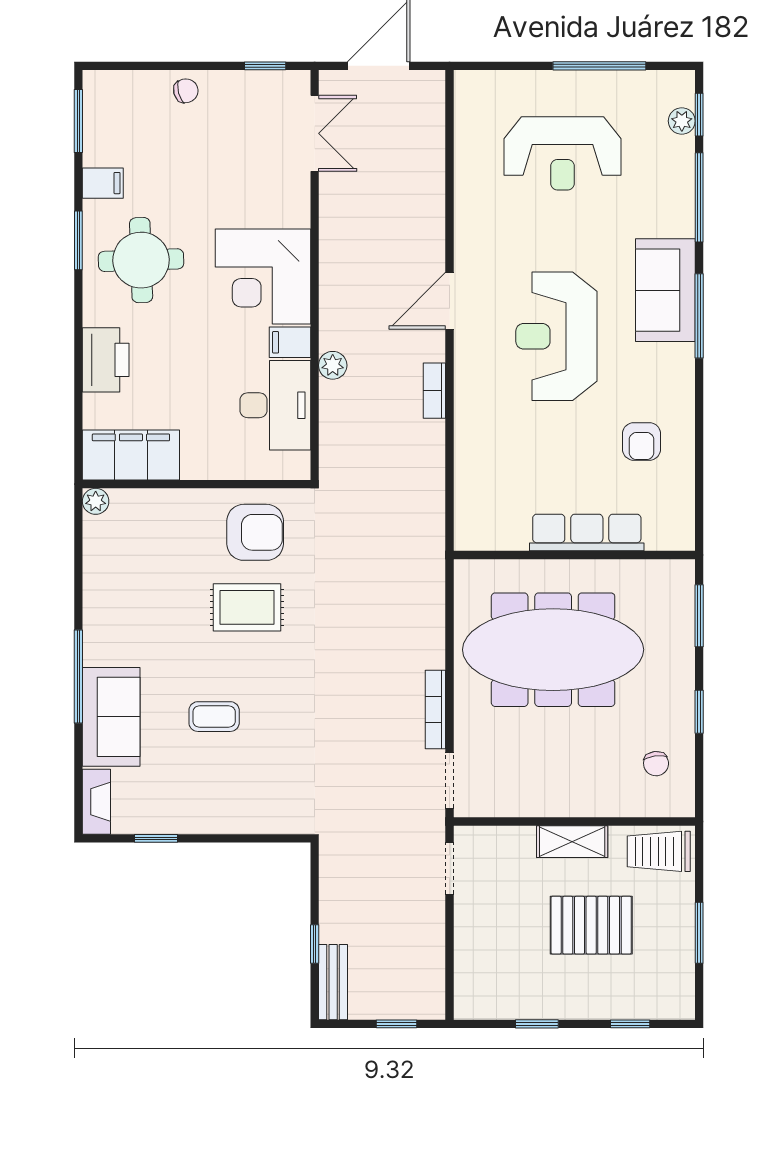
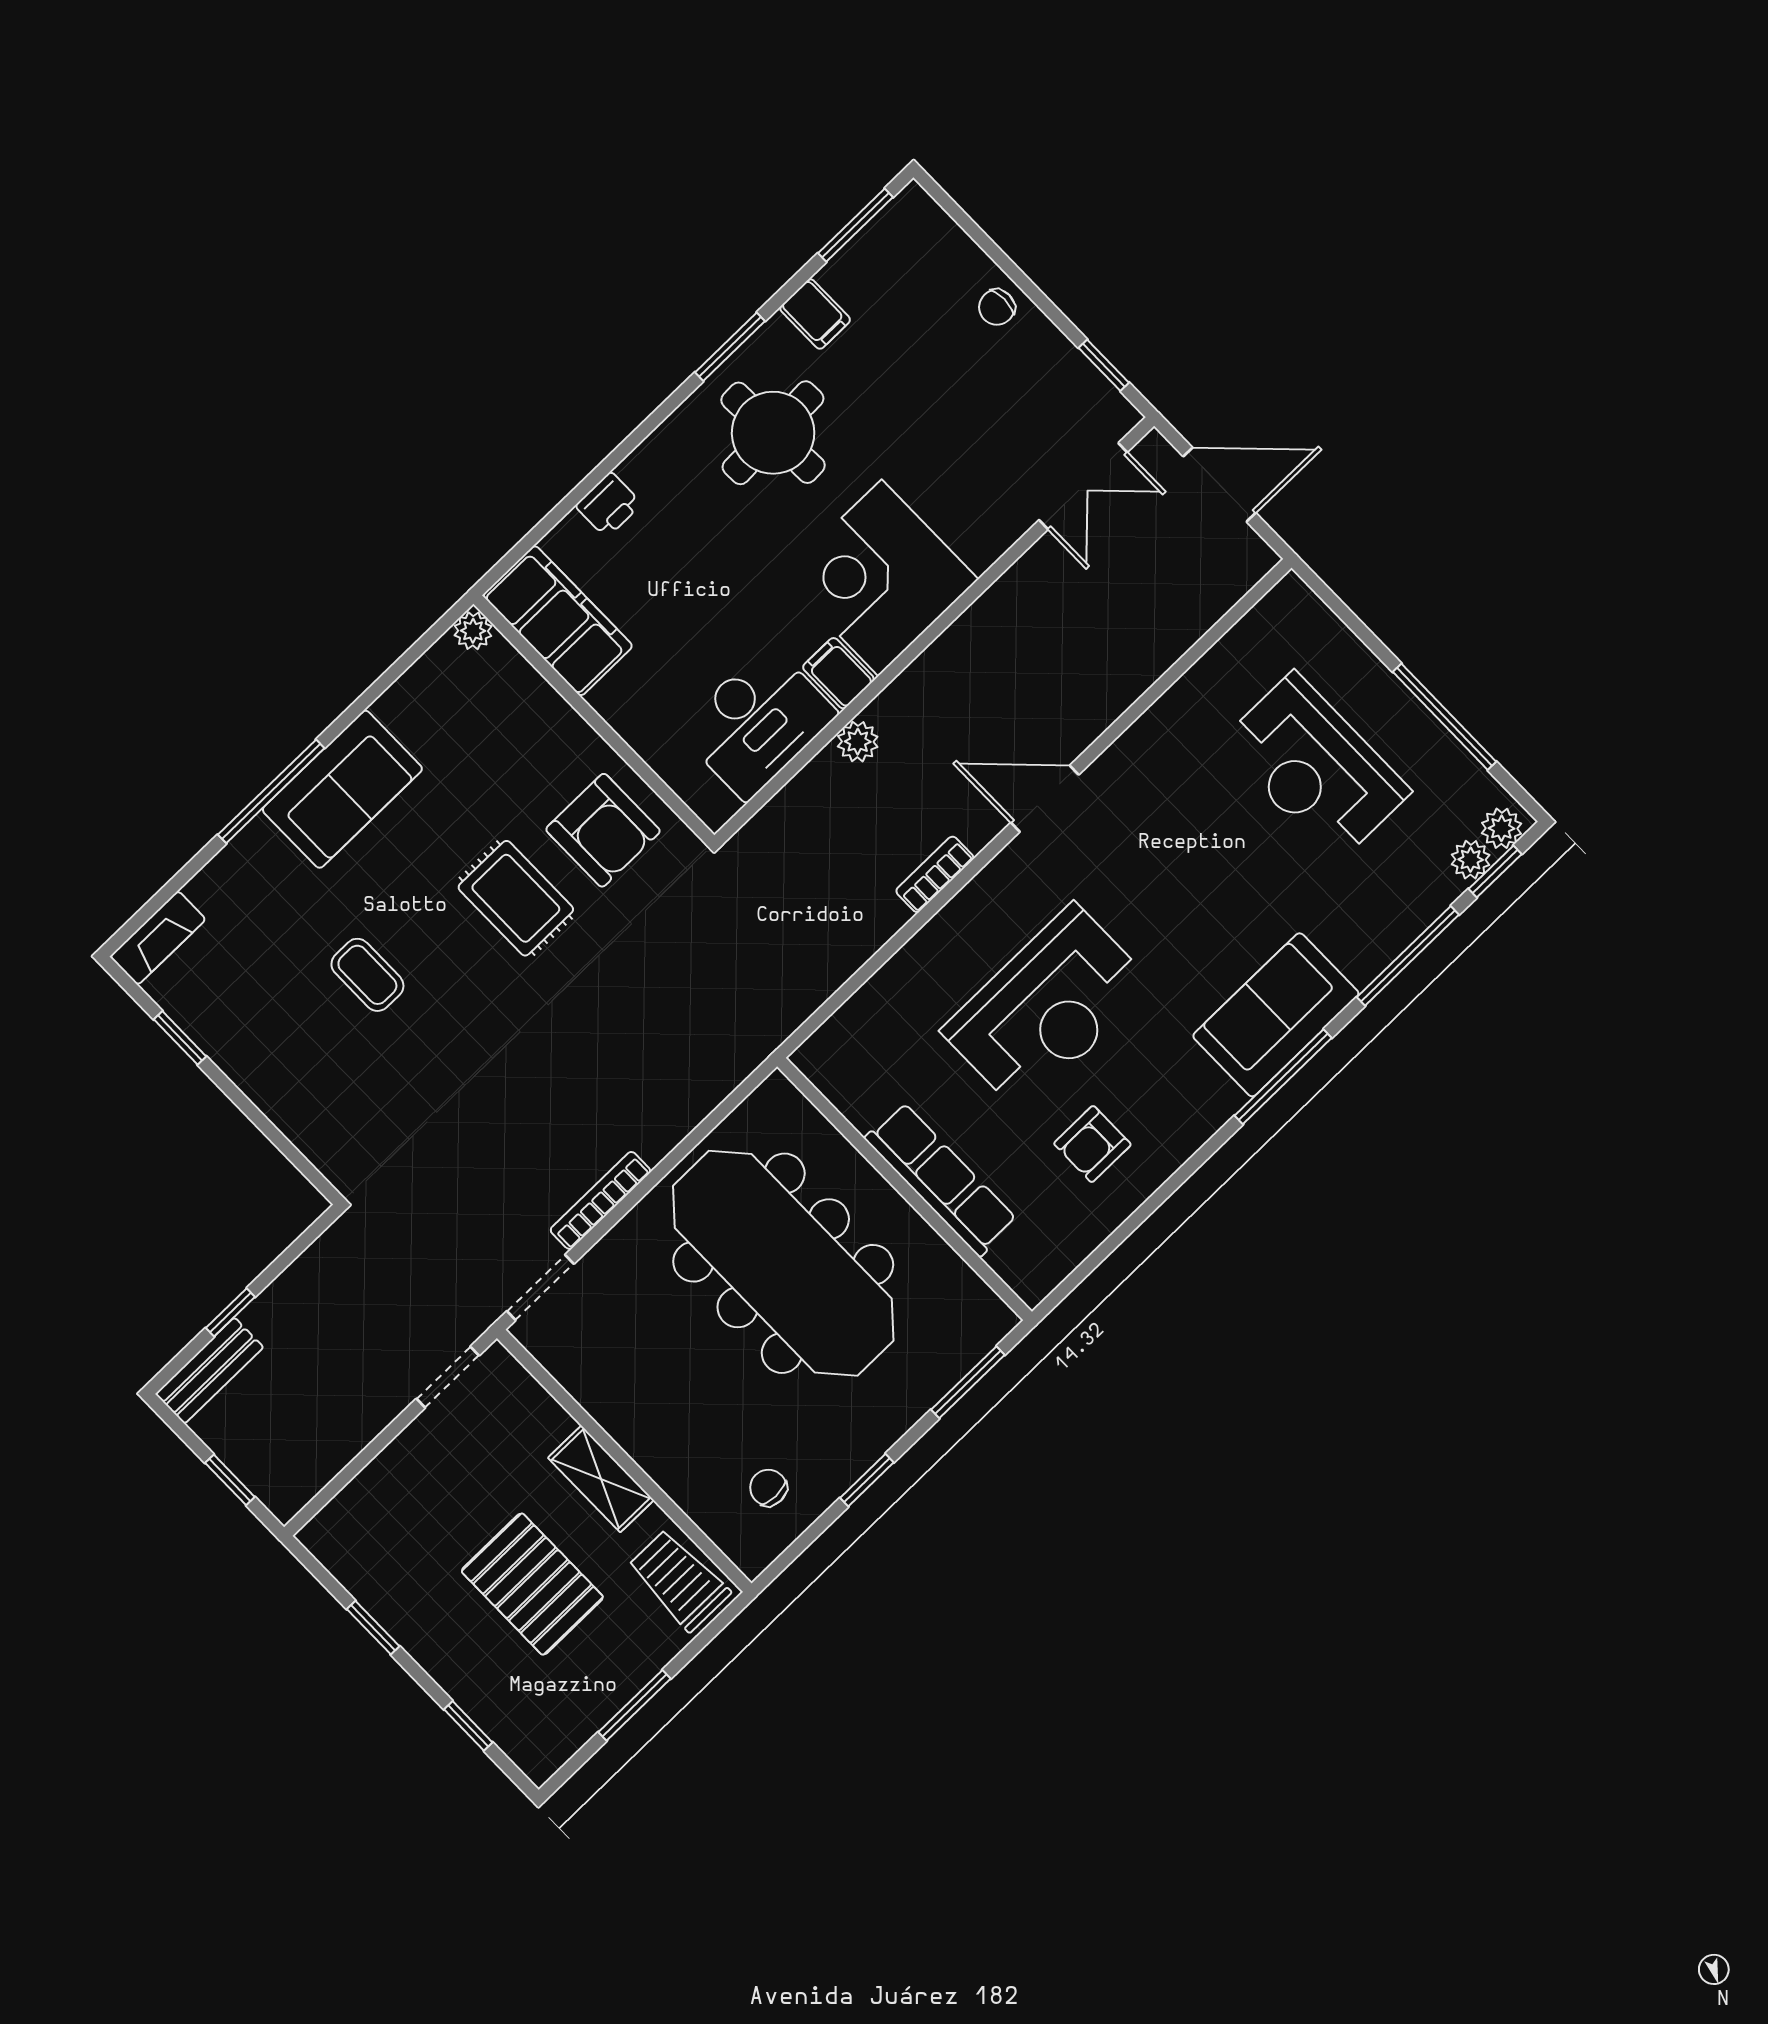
chair: (186, 91) -> (997, 307), turned 105
plant: (681, 91) -> (1502, 828), added
reception desk: (556, 336) -> (1047, 1008), moved, turned 180
printer: (106, 360) -> (609, 505), width x0.53, depth x0.68
sofa: (111, 717) -> (342, 789), moved
chair: (656, 764) -> (768, 1488), turned 97

